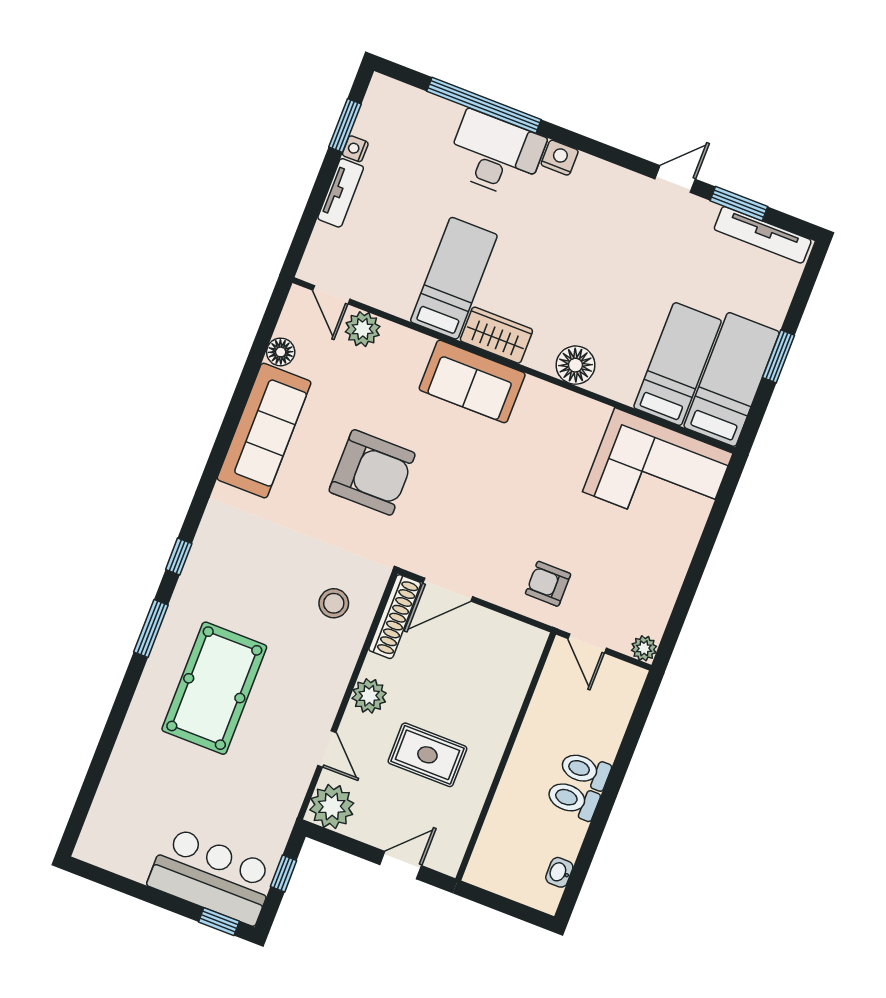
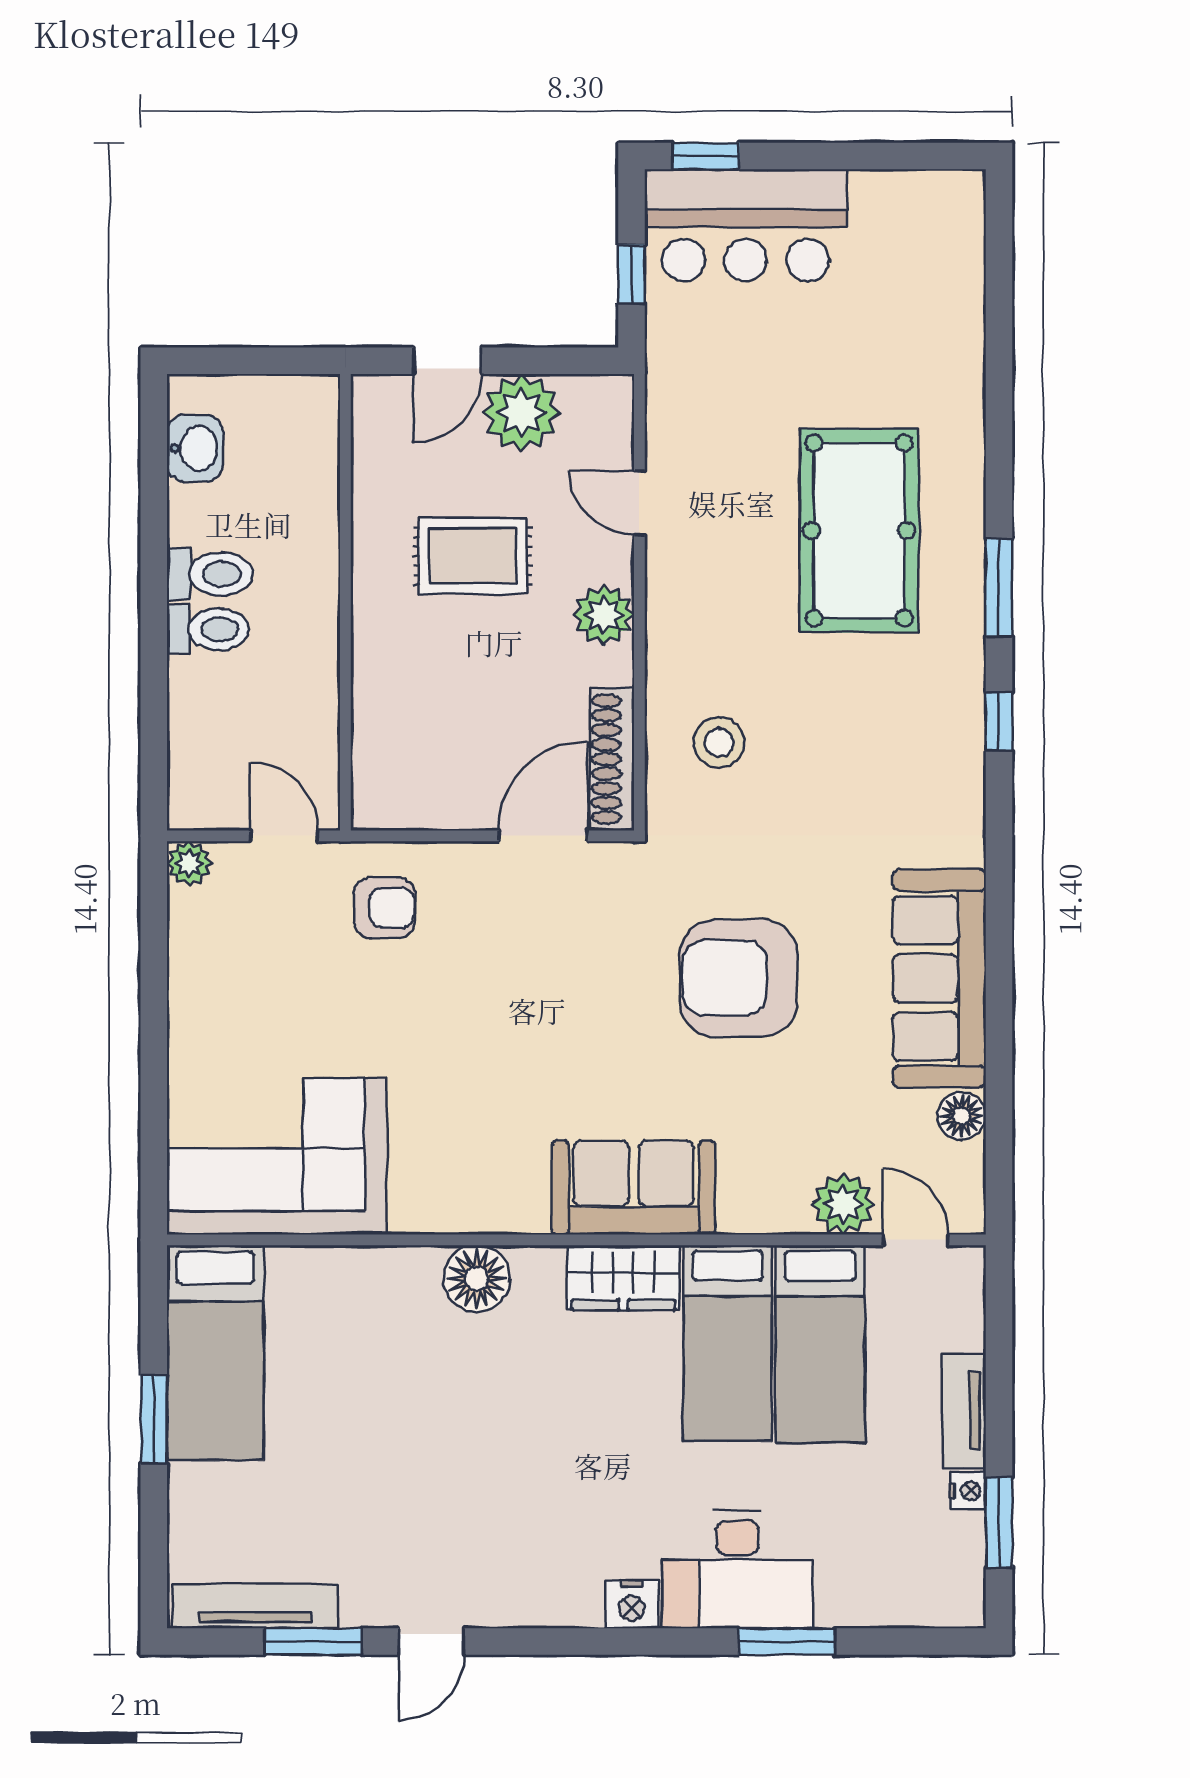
window: (484, 105) -> (787, 1642), width x0.47
bed: (678, 364) -> (820, 1344), moved
plant: (332, 806) -> (521, 413), moved
washbasin: (559, 872) -> (195, 448), width x1.38, depth x1.45

